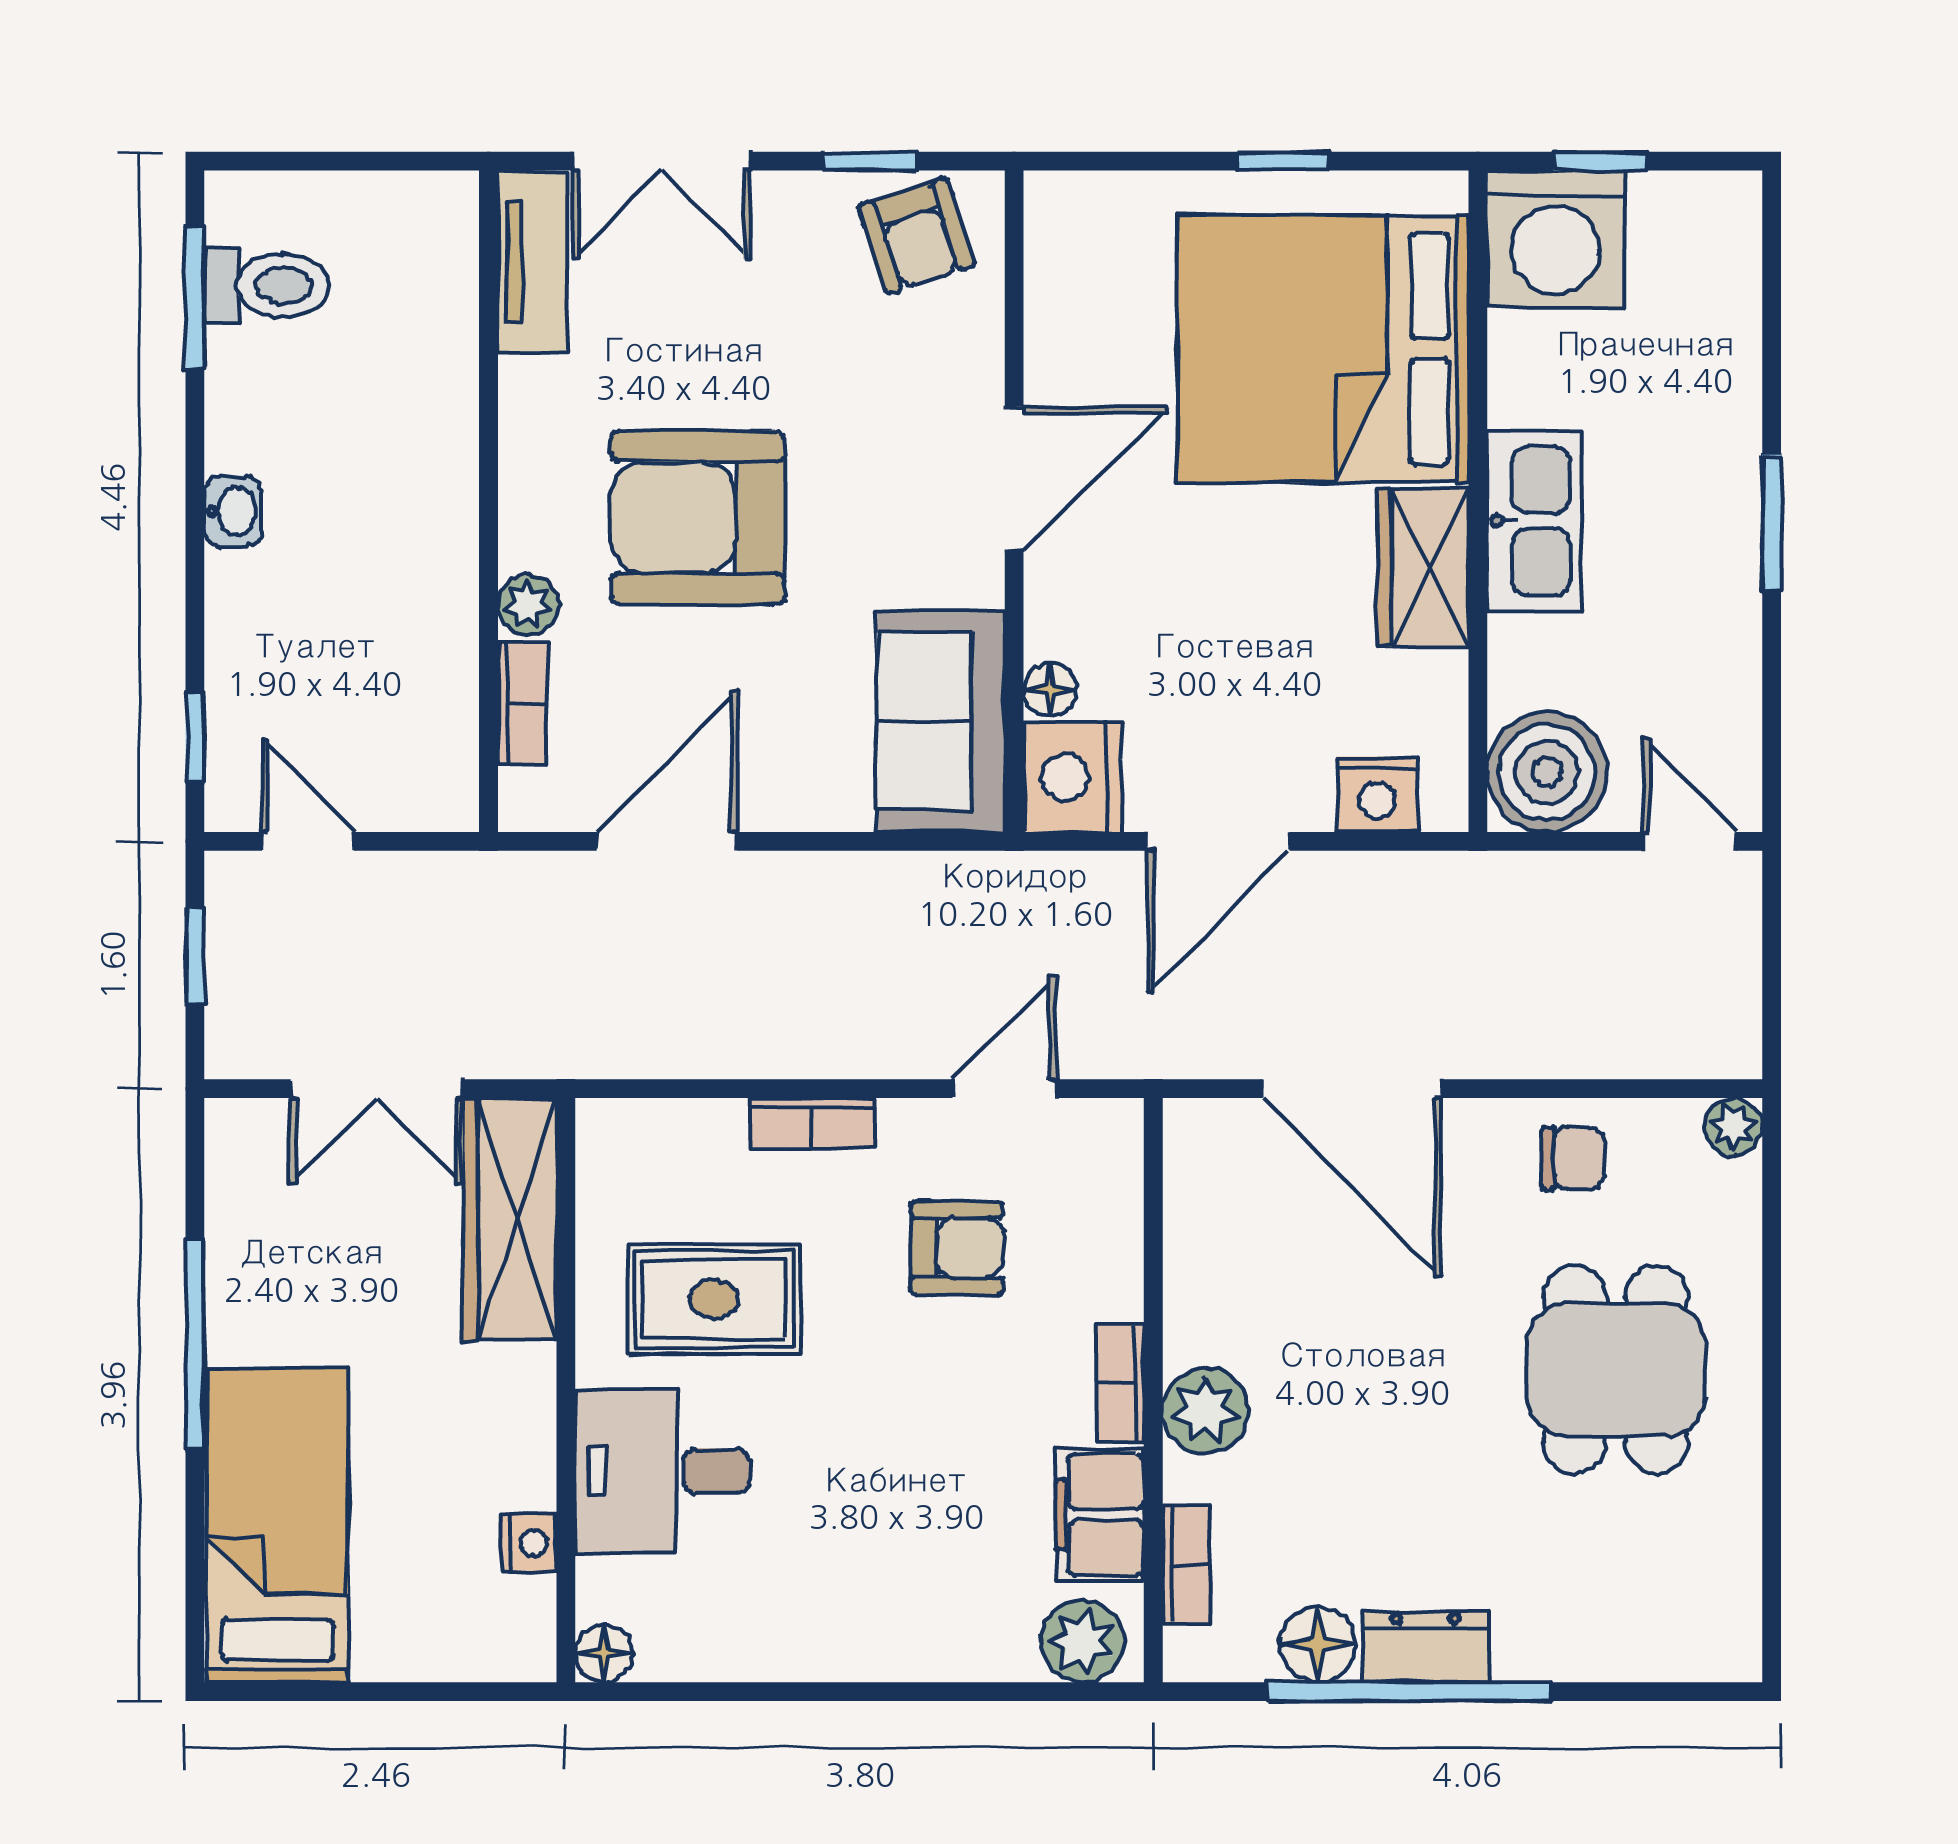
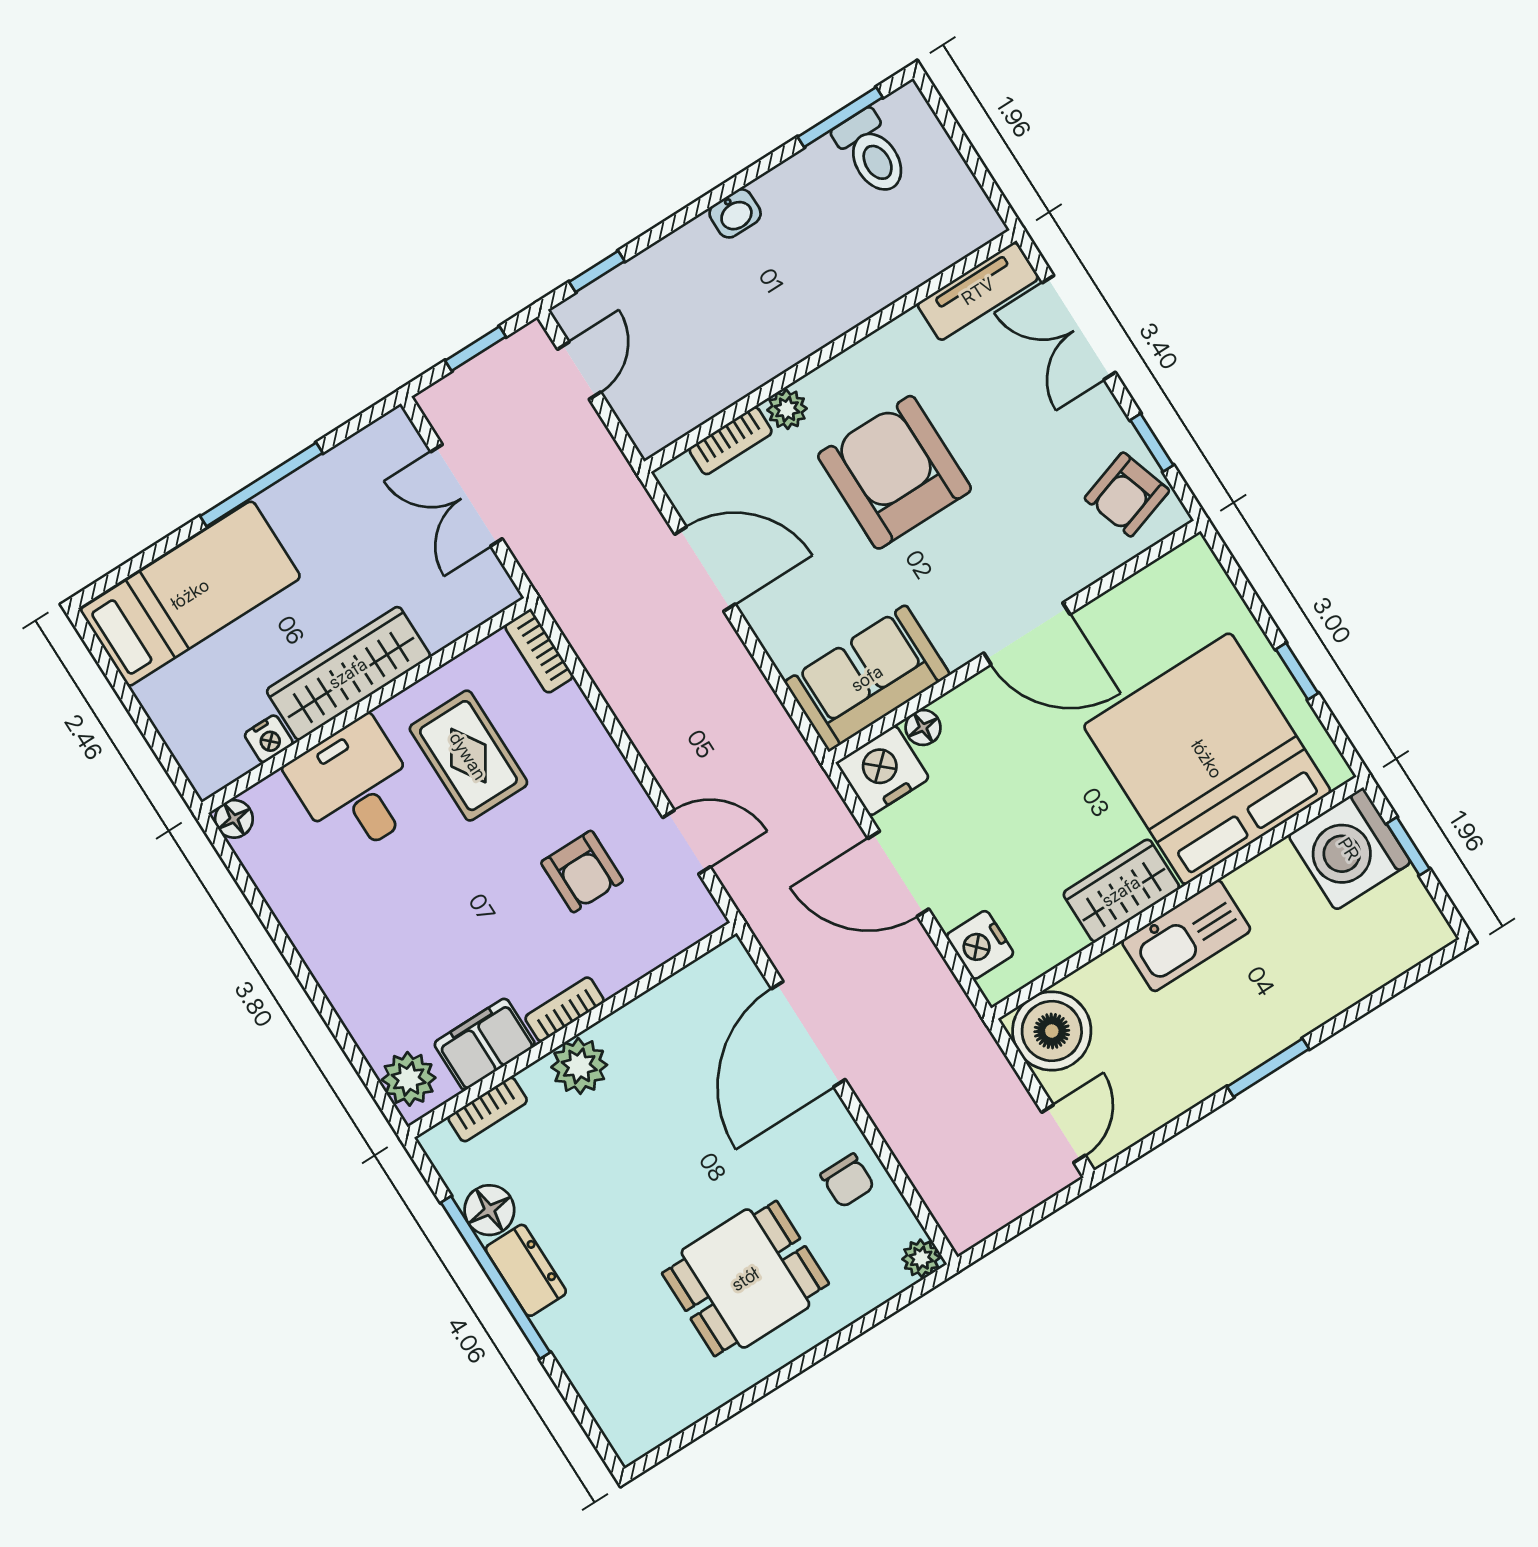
bookcase: (812, 1123) -> (539, 651), moved
wardrobe: (510, 1219) -> (348, 673), moved

